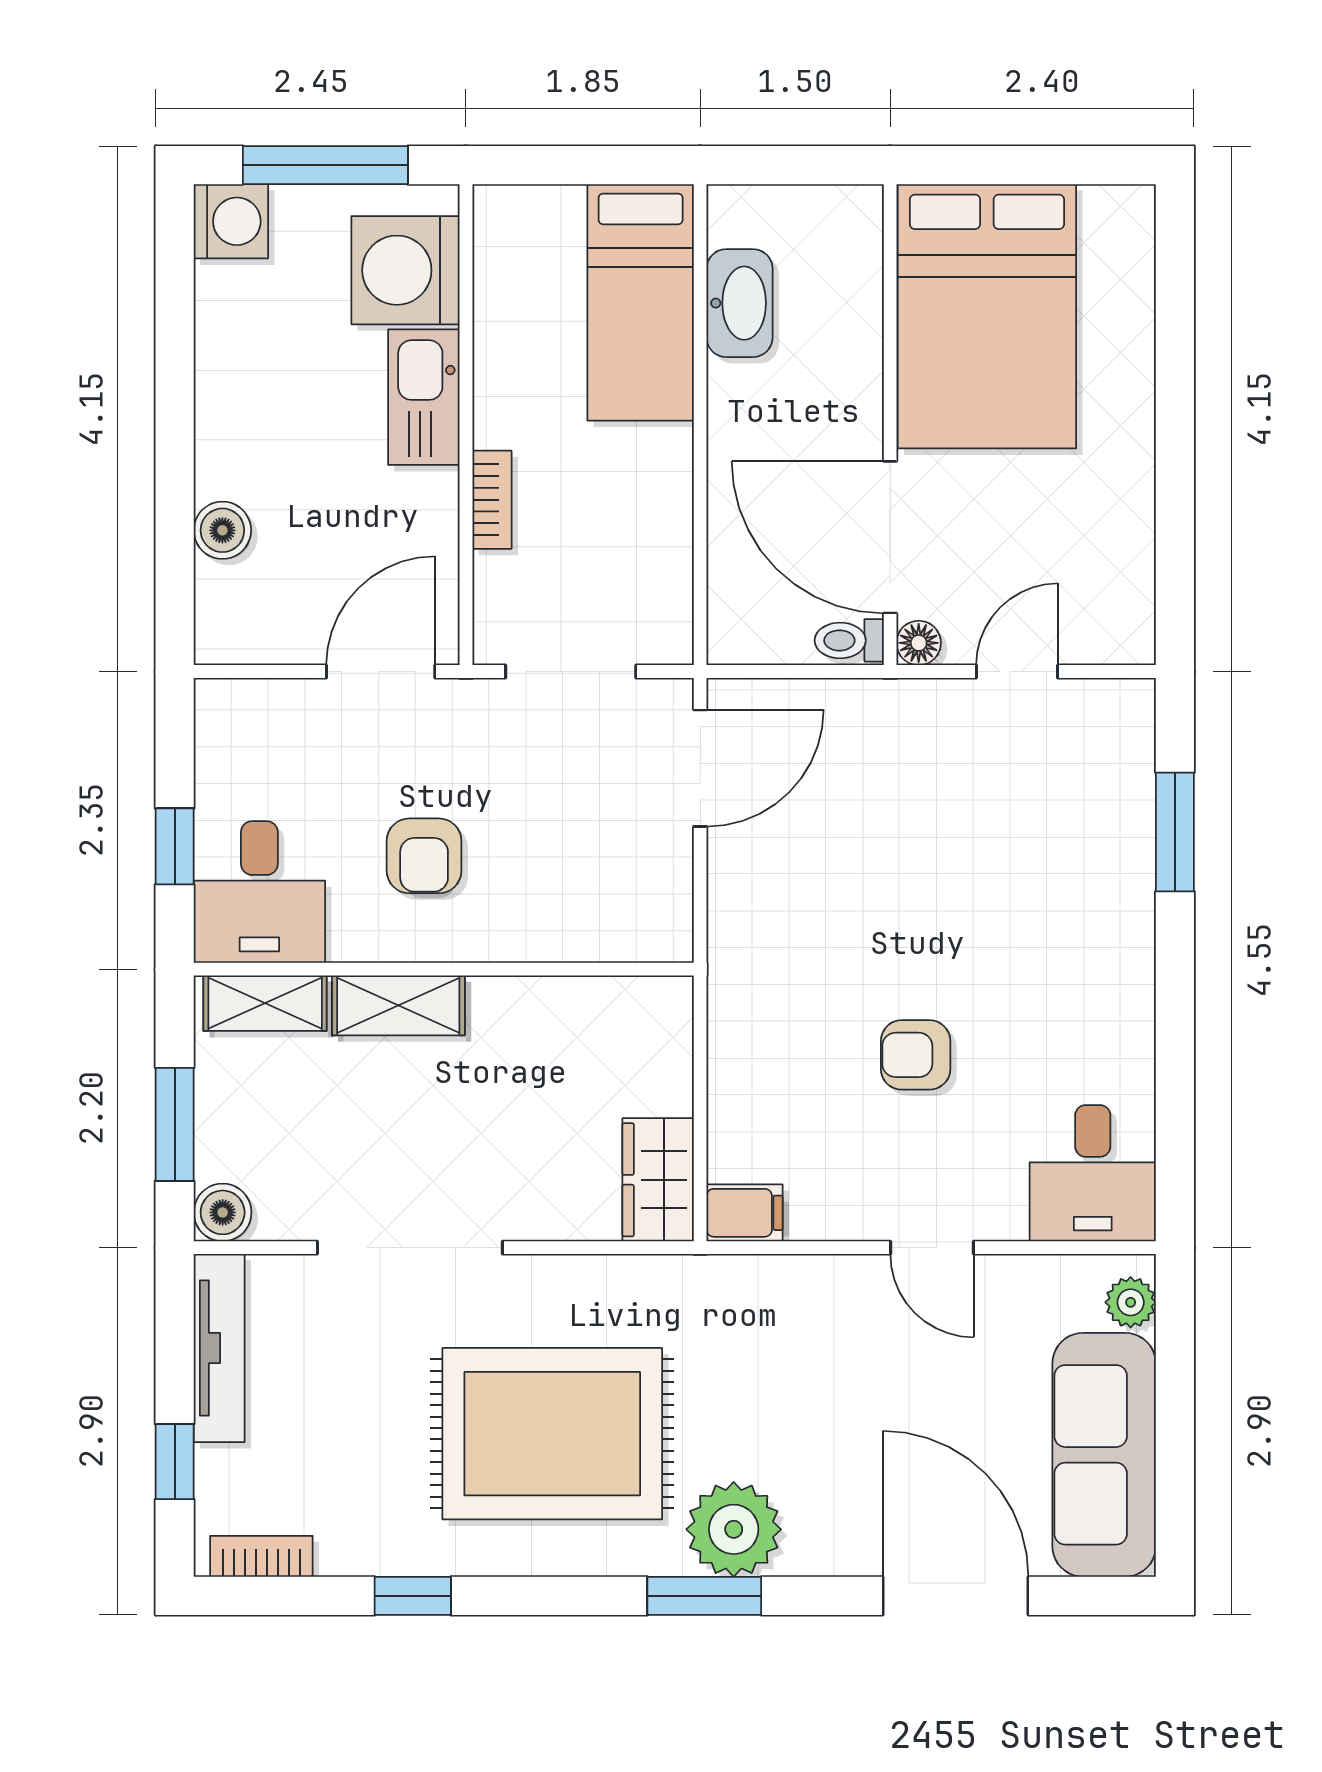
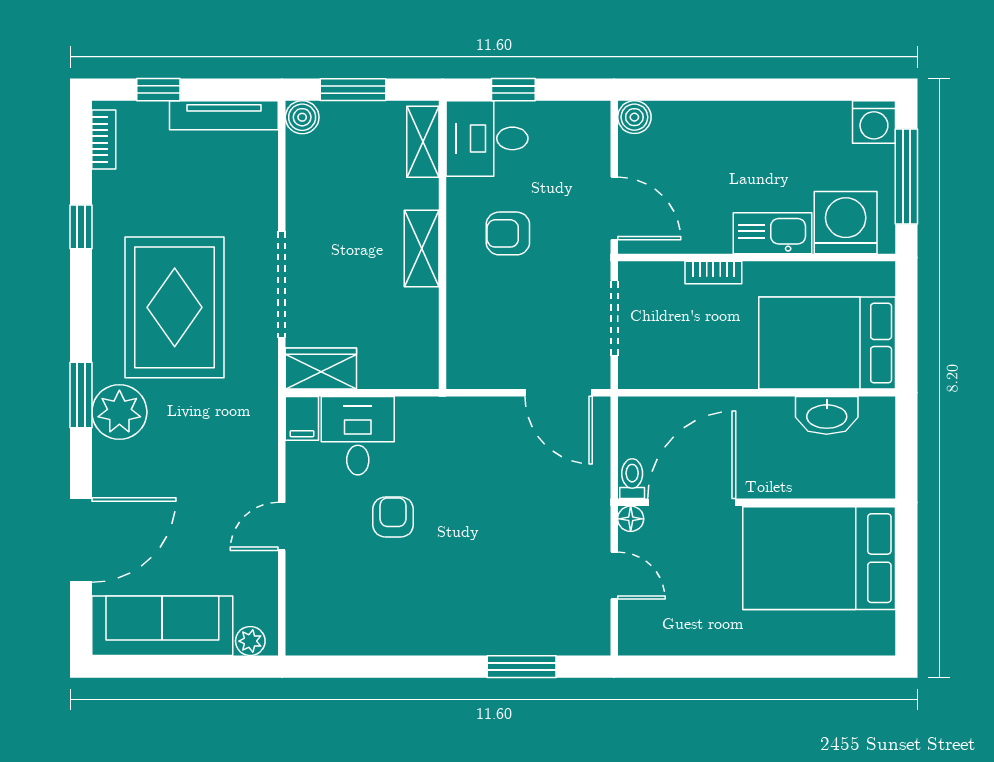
bed: (641, 302) -> (827, 343), width x1.50
boiler: (222, 530) -> (634, 117), moved
shelving: (398, 1005) -> (422, 249), moved
desk: (1093, 1173) -> (358, 436), moved, turned 90
doorway: (410, 1248) -> (282, 285), moved

